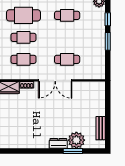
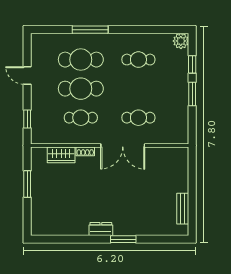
cafe table: (23, 37) -> (81, 89), width x1.37, depth x1.35
plant: (76, 140) -> (151, 225), removed
dresser: (58, 143) -> (101, 229), moved
window: (73, 151) -> (123, 239), moved

